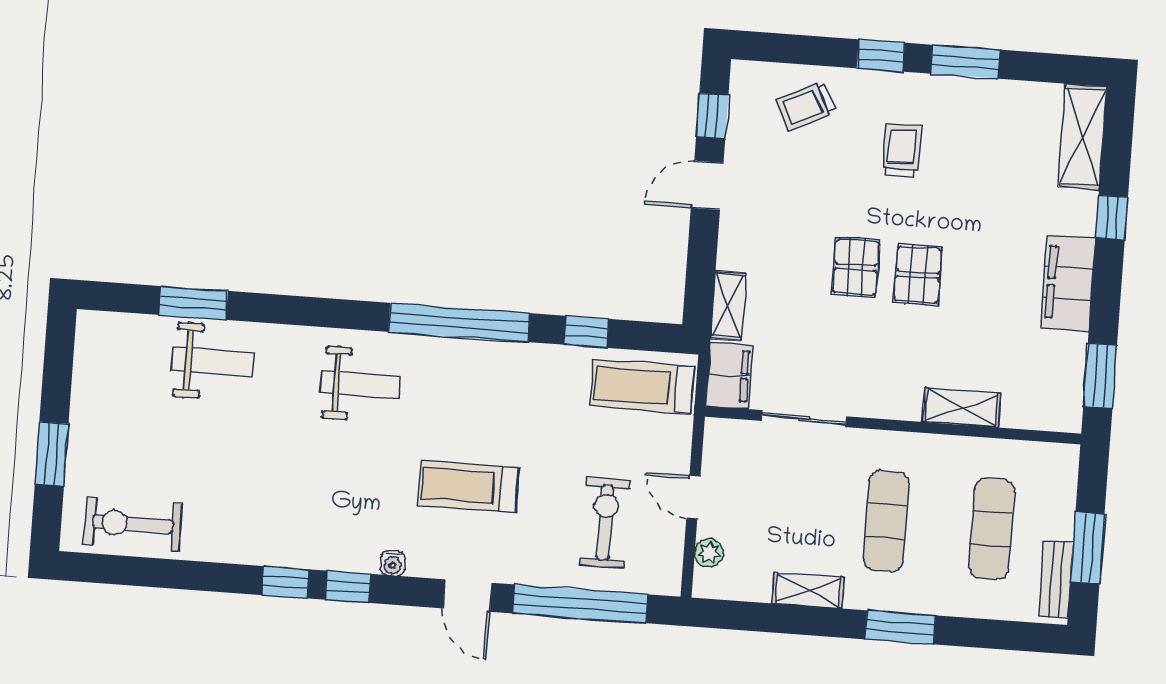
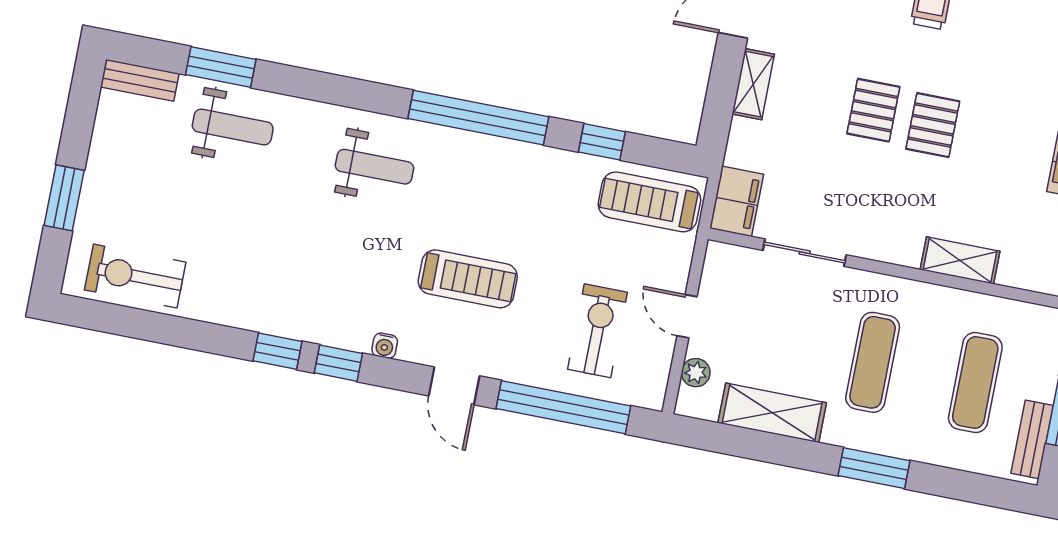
shelving: (728, 306) -> (753, 84), moved
bench: (114, 326) -> (140, 80), added
treadmill: (468, 486) -> (468, 279), turned 180
shelving: (808, 590) -> (772, 413), width x1.50, depth x1.33

